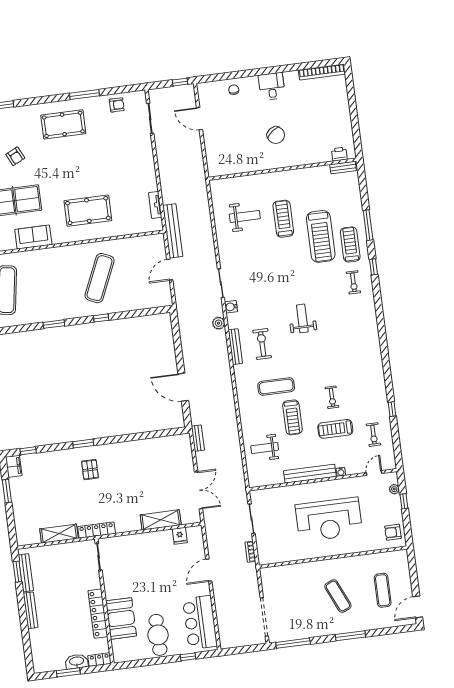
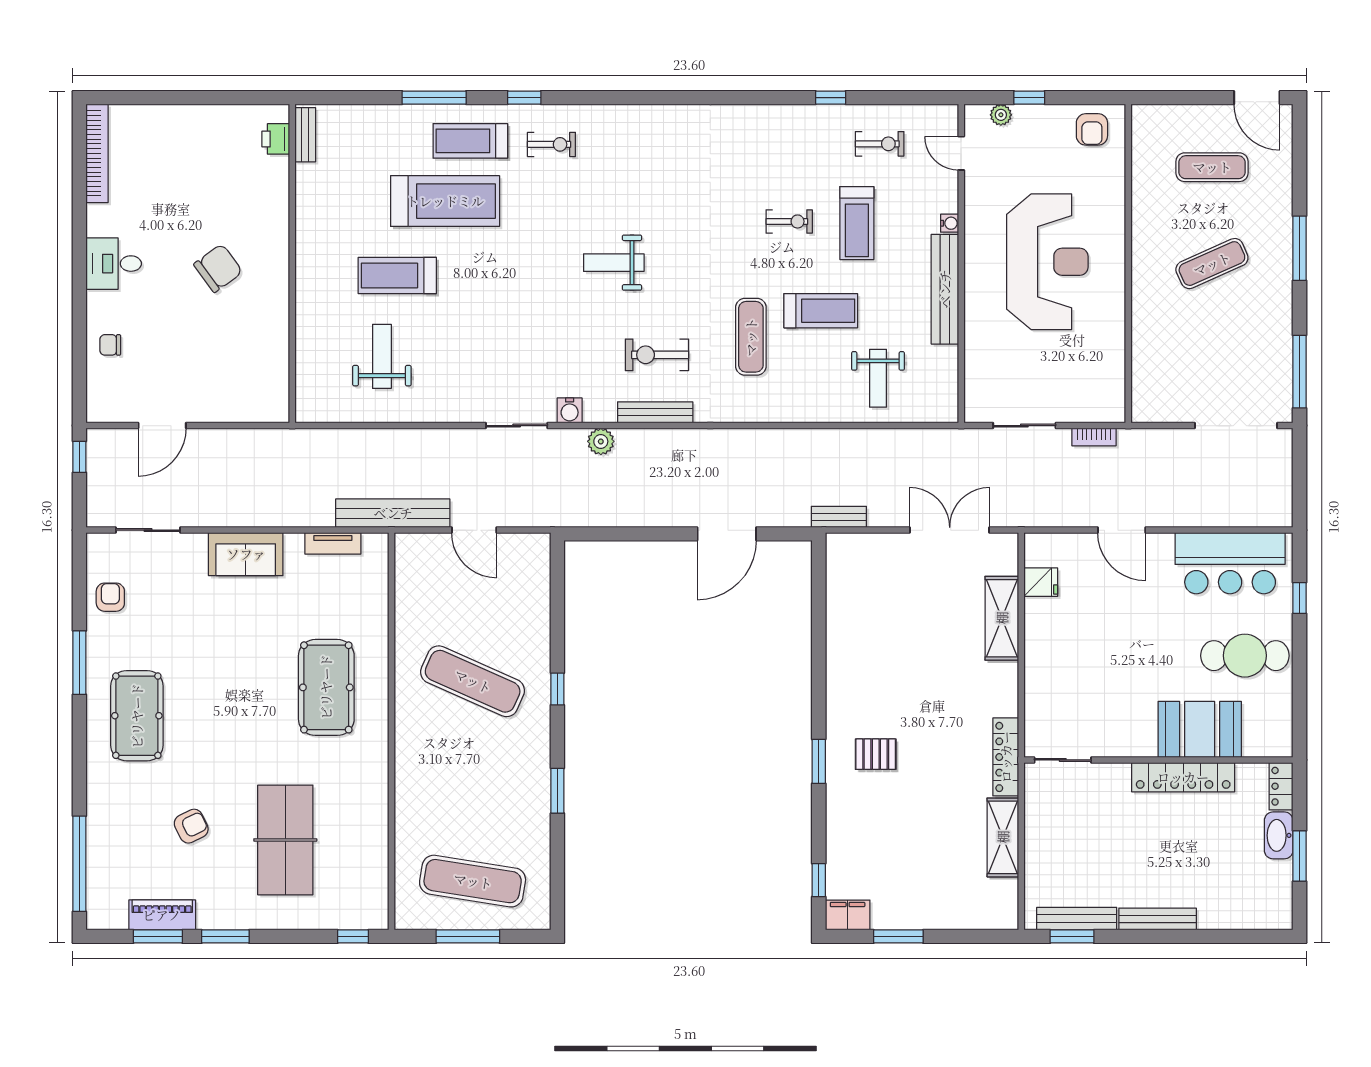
sofa: (33, 237) -> (246, 554), moved, turned -90

